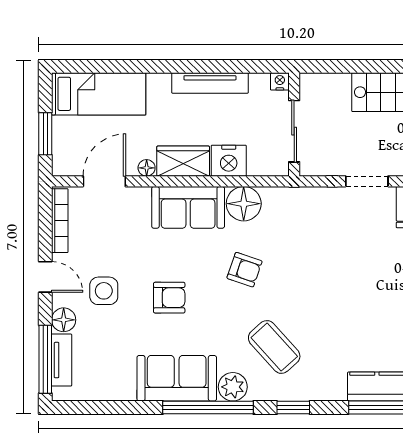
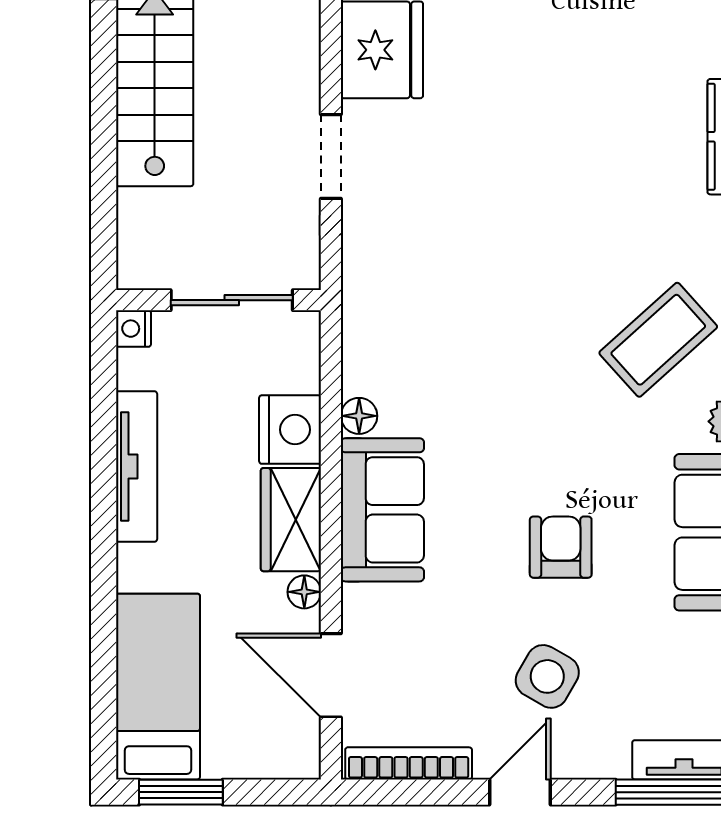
window: (45, 134) -> (181, 792), moved
floor lamp: (244, 204) -> (359, 416), width x0.53, depth x0.53
armchair: (244, 270) -> (505, 398), removed
side table: (104, 291) -> (547, 676), turned 30
floor lamp: (64, 320) -> (604, 756), removed

